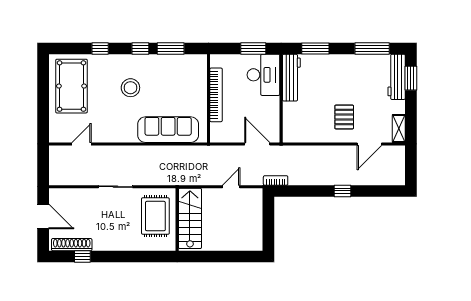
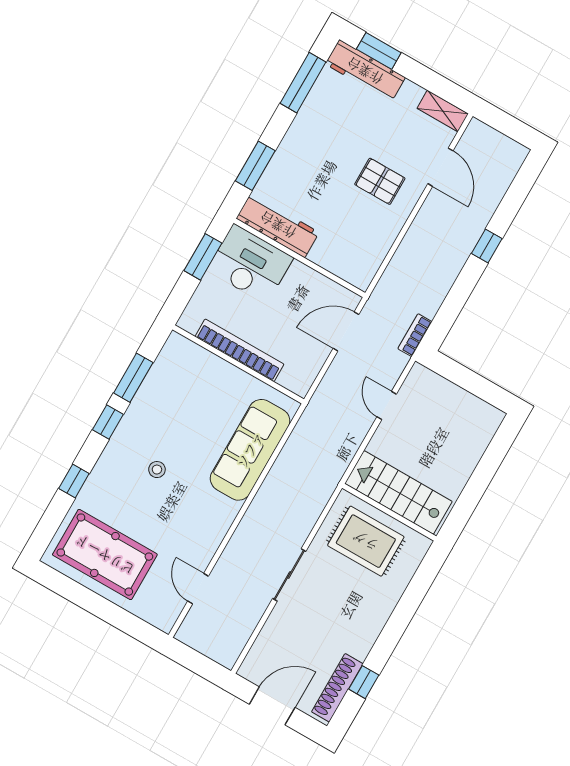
stool: (130, 88) -> (157, 470), width x0.53, depth x0.53

